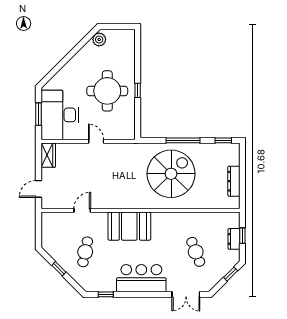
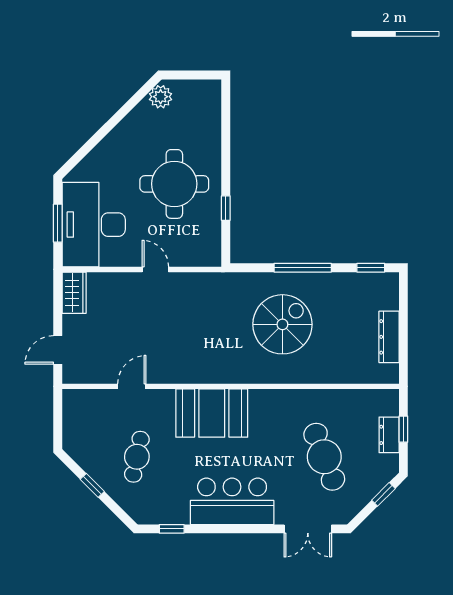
window: (138, 90) -> (226, 208), moved
spiral stairs: (171, 174) -> (282, 324), width x0.73, depth x0.73
cafe table: (196, 252) -> (324, 457), width x1.37, depth x1.35

